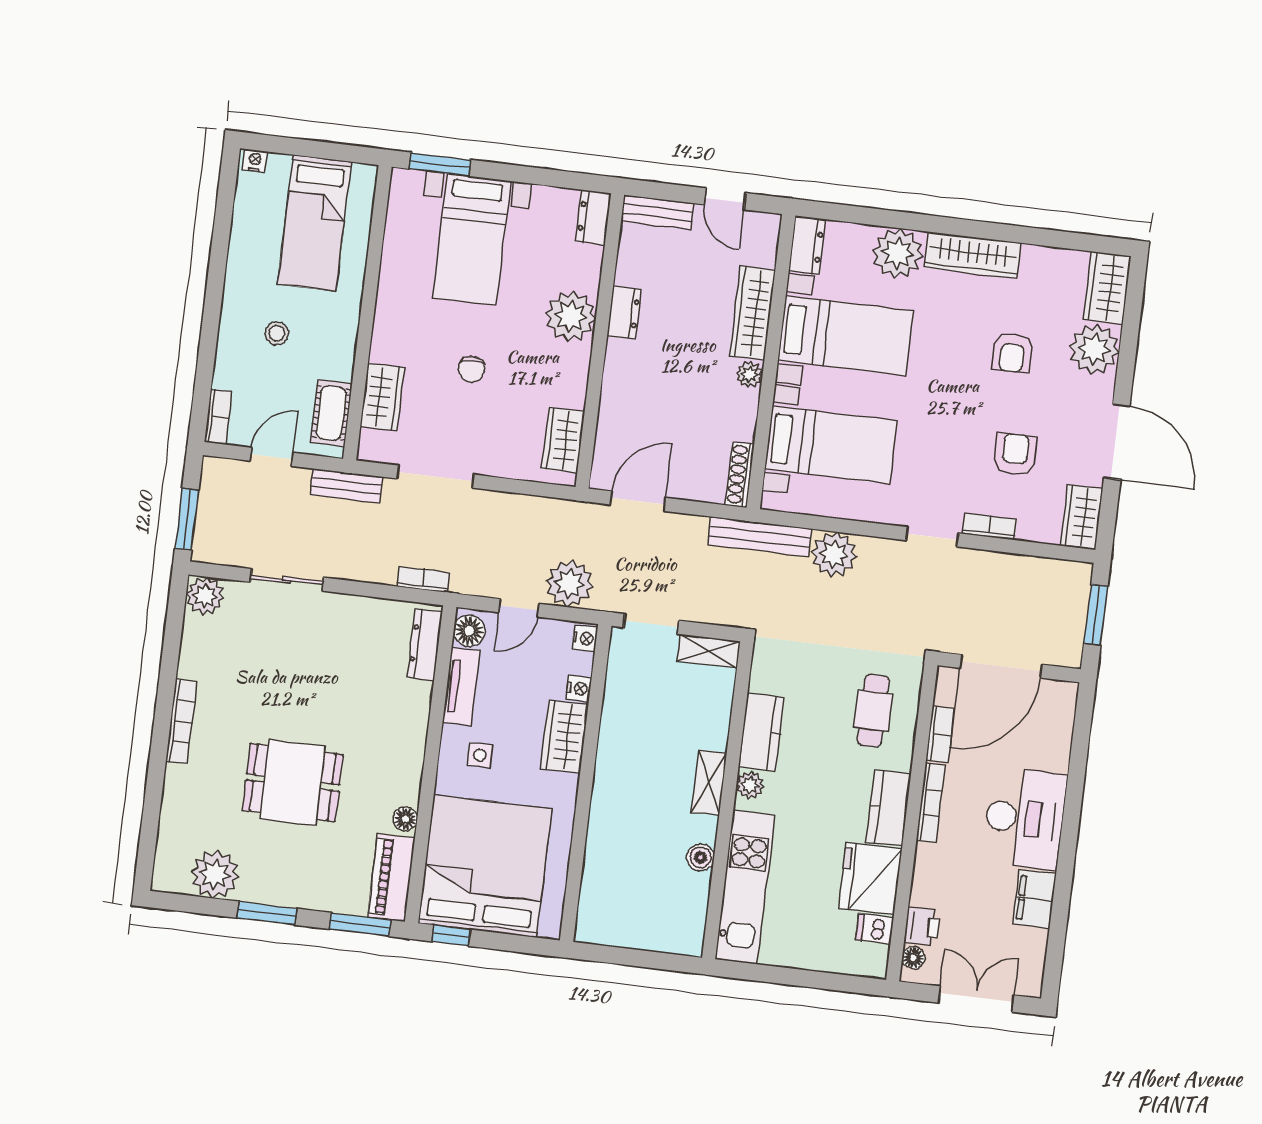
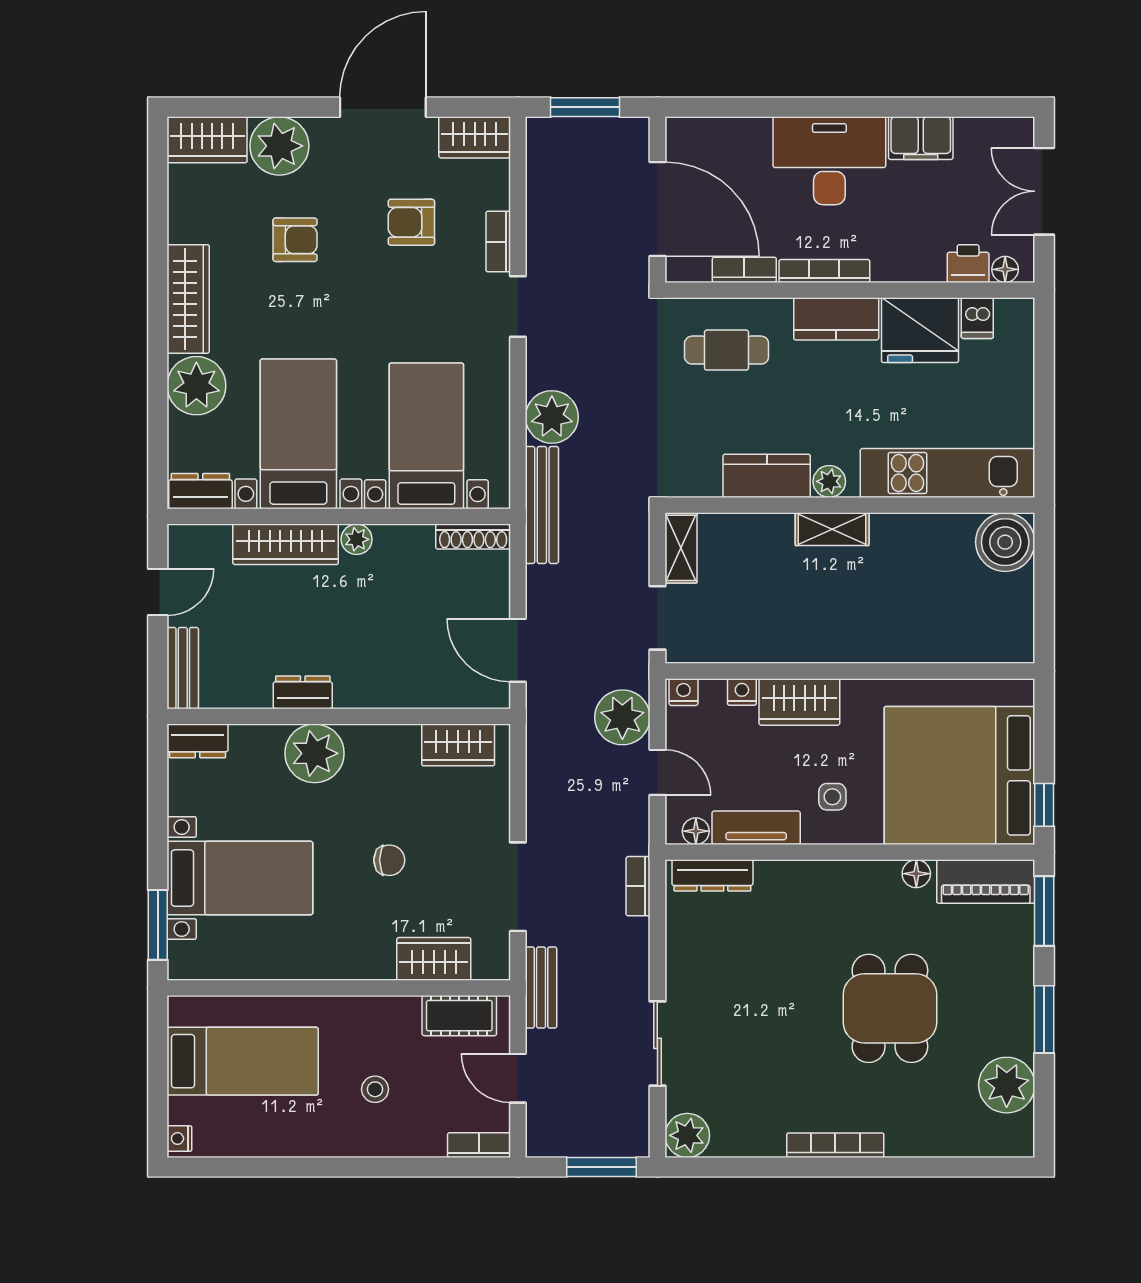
floor lamp: (469, 631) -> (696, 831), width x0.73, depth x0.73
boiler: (701, 857) -> (1005, 542), moved, width x1.86, depth x1.86

